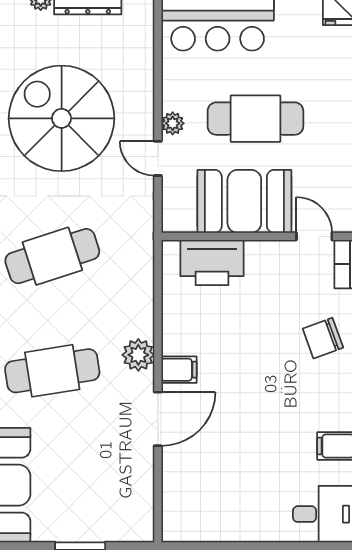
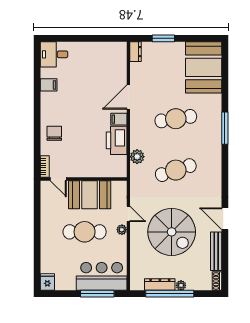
printer: (212, 263) -> (117, 140), moved, turned -90
chair: (323, 338) -> (54, 133), turned -70
plant: (138, 355) -> (137, 157), moved
dresser: (142, 520) -> (136, 52), added

